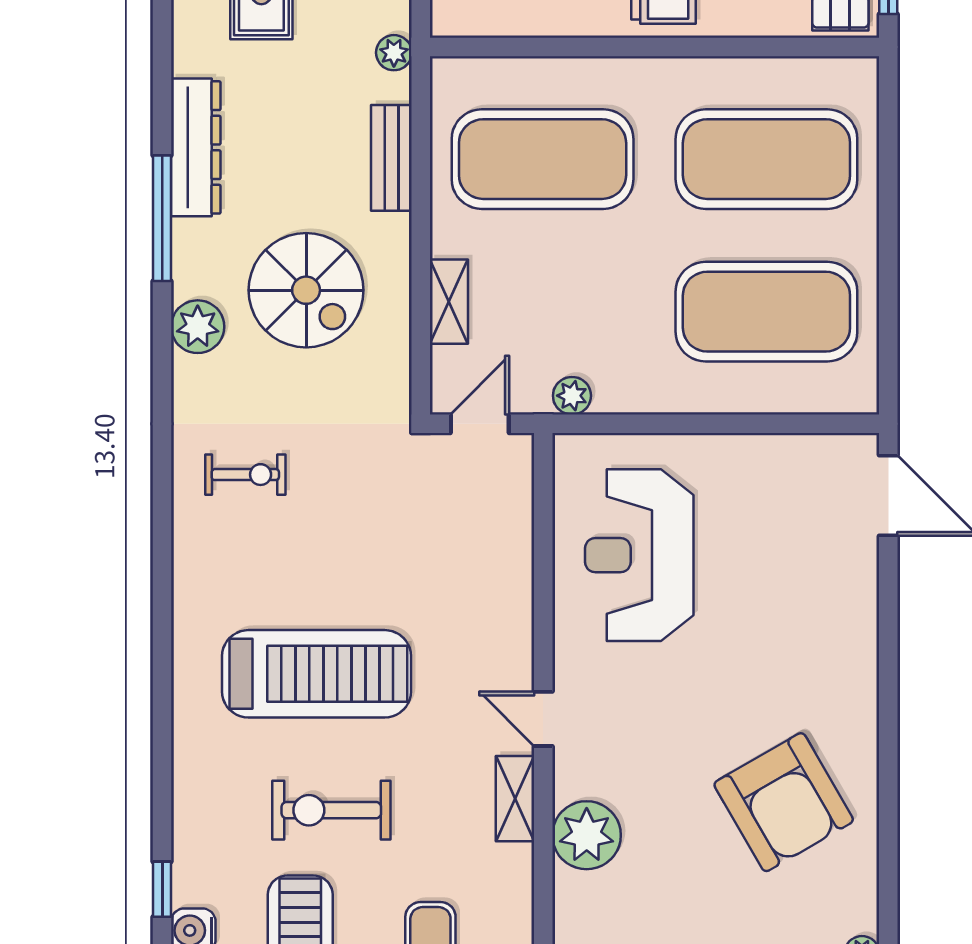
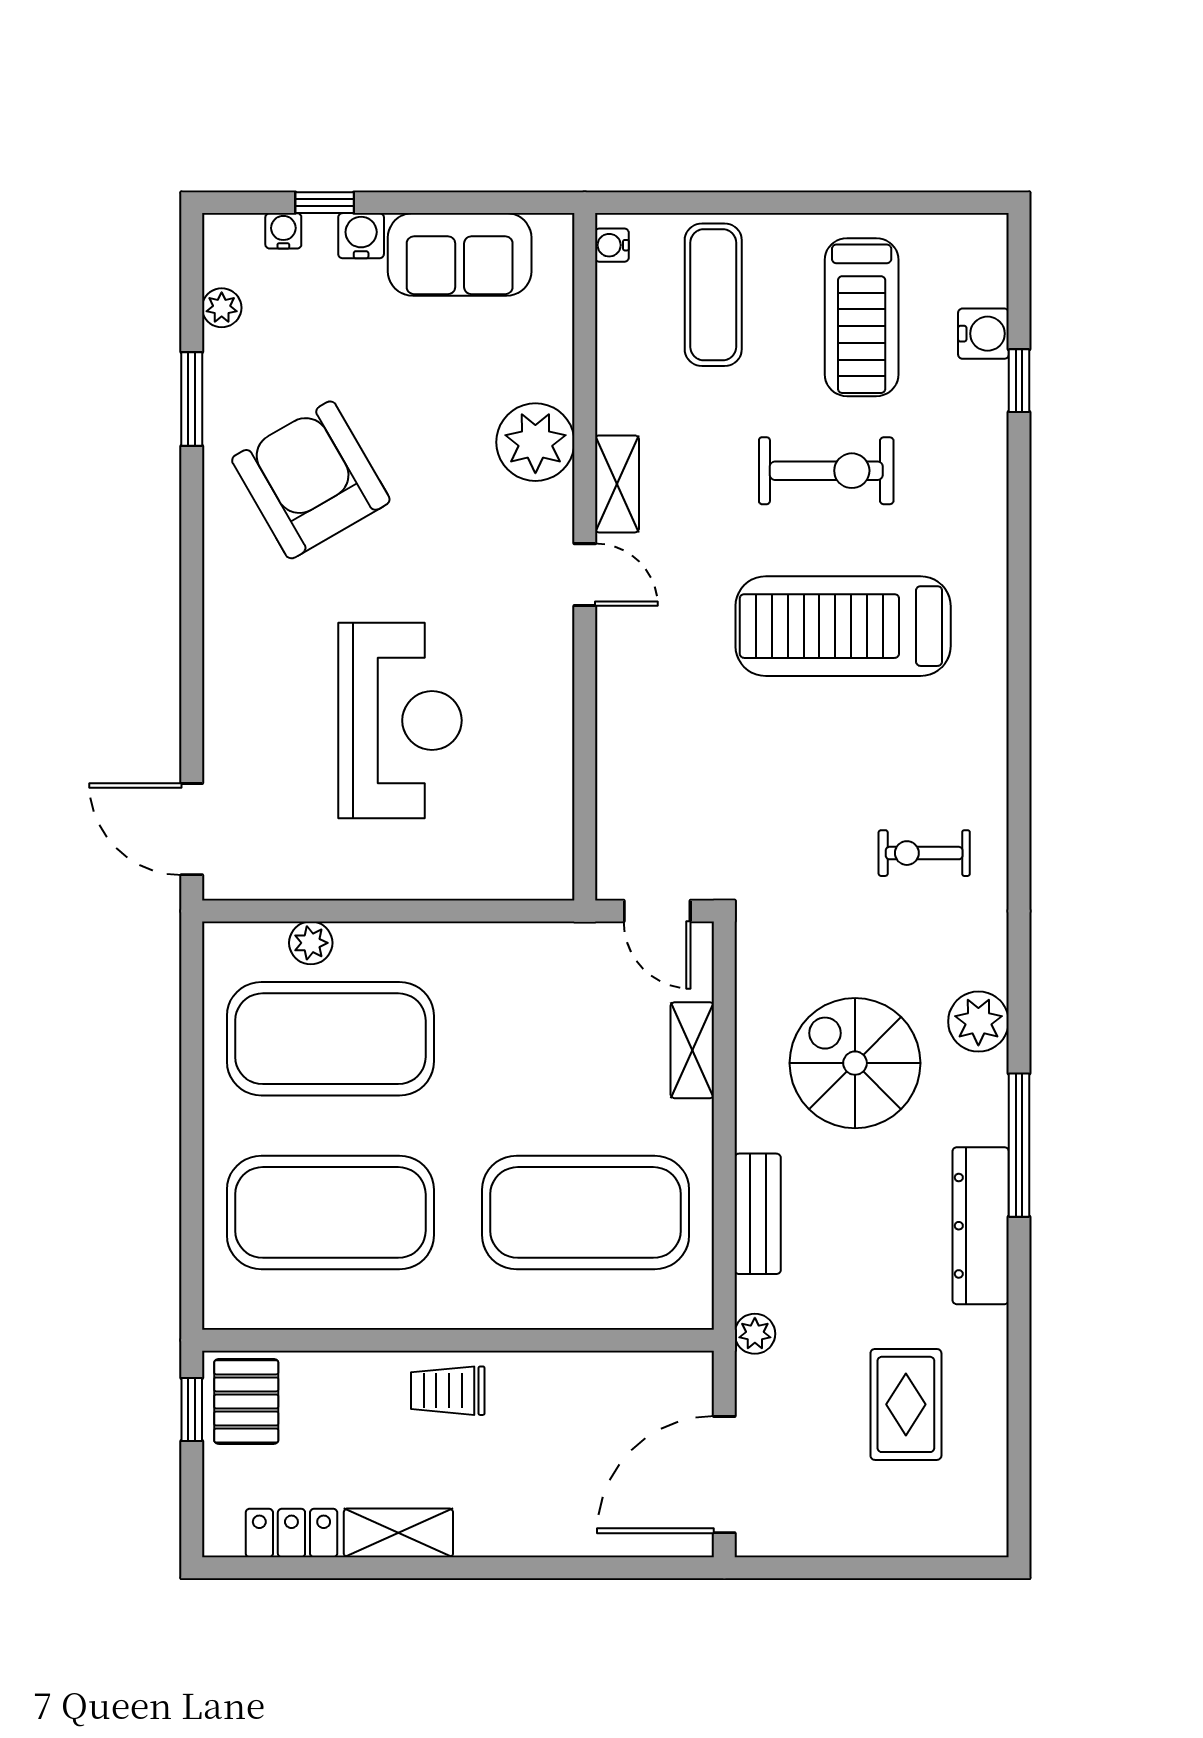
plant: (572, 396) -> (311, 943), moved
door: (480, 424) -> (657, 911), hinge flipped
reception desk: (639, 555) -> (400, 720), moved
window: (888, 873) -> (192, 399), added

